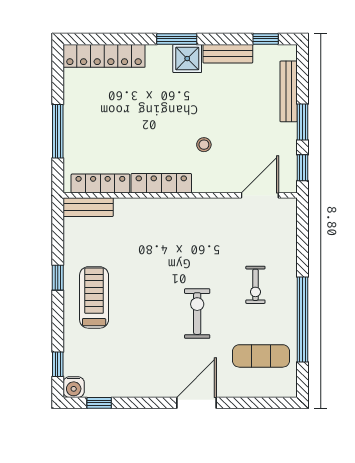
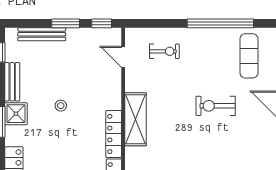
stool: (204, 145) -> (61, 106), moved
door: (260, 195) -> (123, 57), width x0.73
shelving: (180, 211) -> (135, 119), added
exercise bike: (255, 285) -> (164, 51), moved

